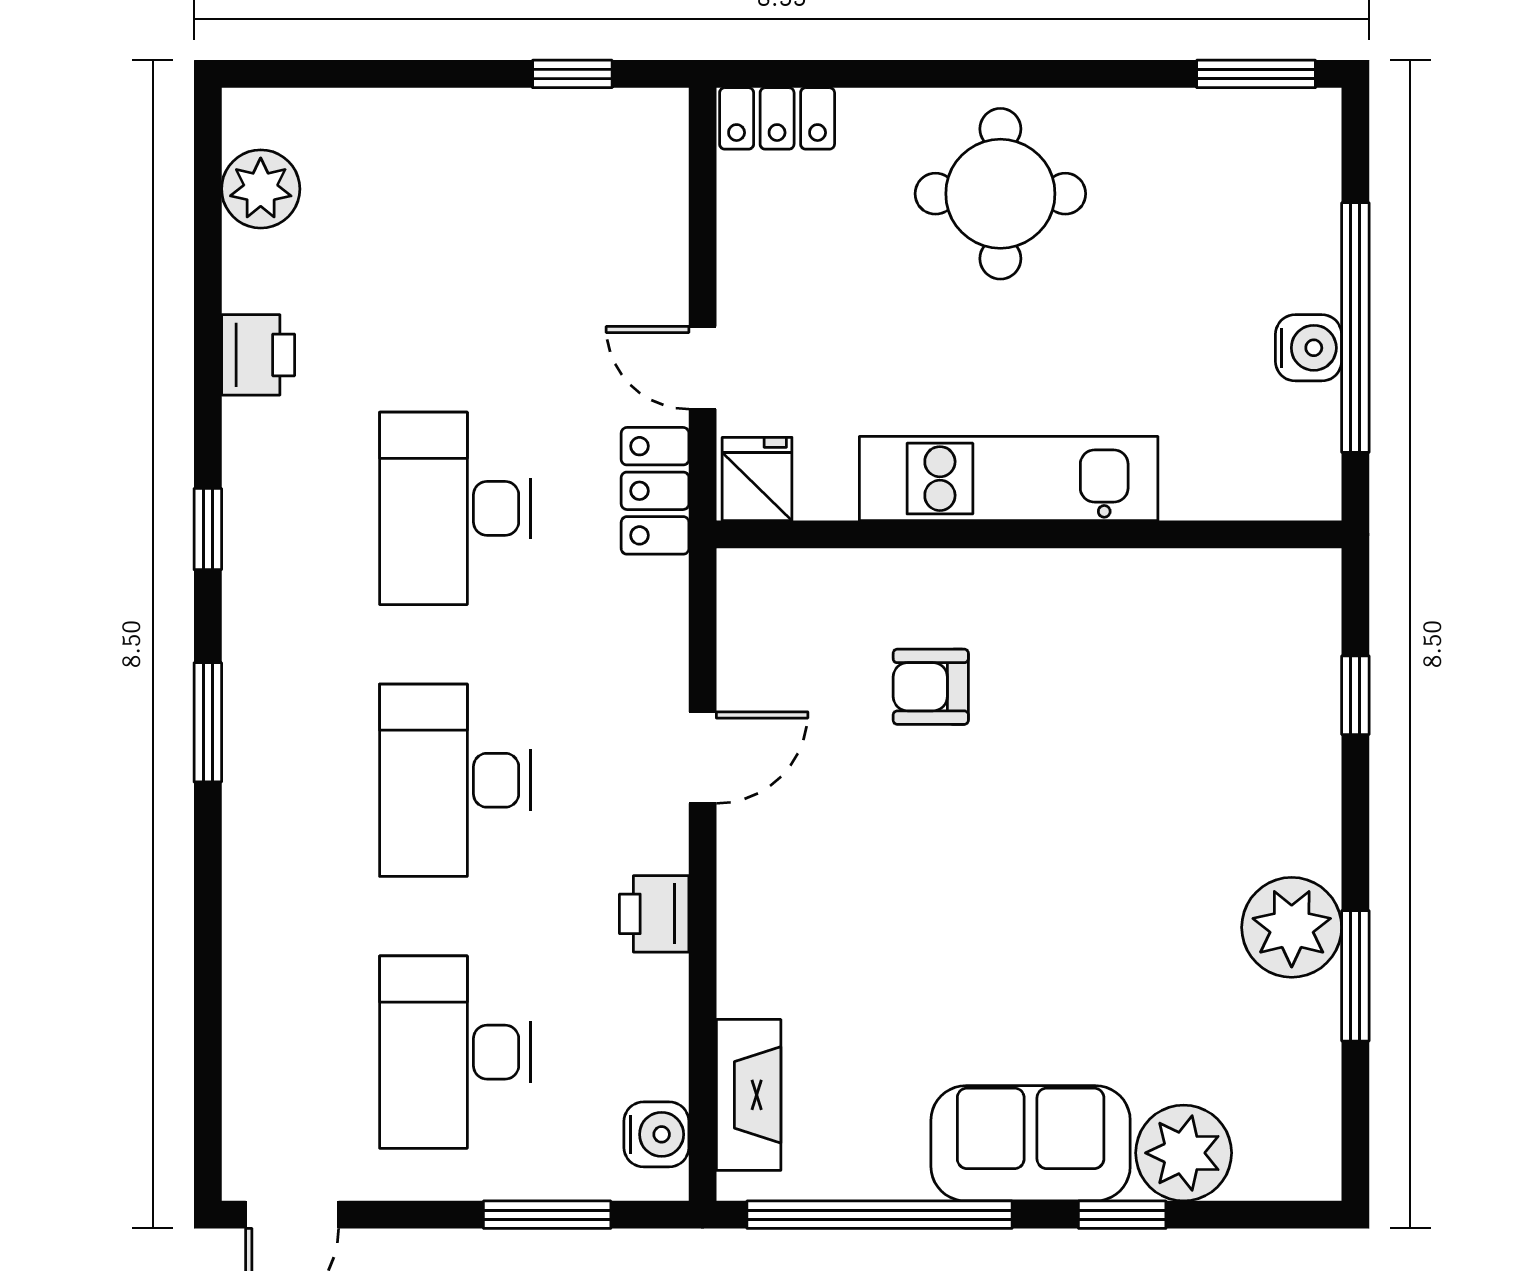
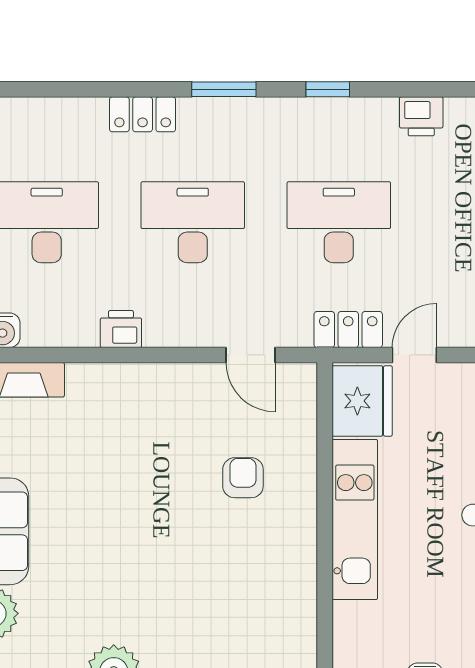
fridge: (757, 479) -> (362, 401), width x1.88, depth x1.34
door: (703, 758) -> (251, 355), moved
locker: (254, 874) -> (143, 114), added

